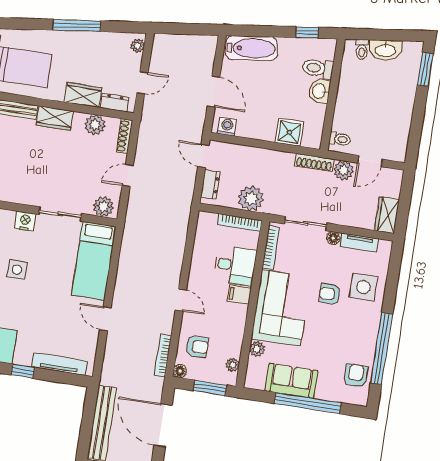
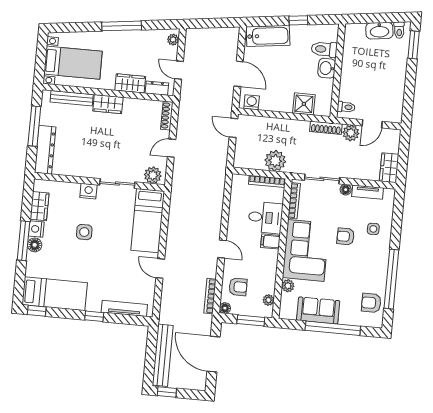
window: (307, 32) -> (298, 20), moved
toilet: (362, 49) -> (399, 30), moved
door: (142, 83) -> (179, 70), swing flipped
plant: (95, 125) -> (142, 108), removed
dresser: (210, 184) -> (241, 151), removed
side table: (363, 287) -> (373, 229), width x0.54, depth x0.54
armchair: (356, 376) -> (371, 303), turned -90

